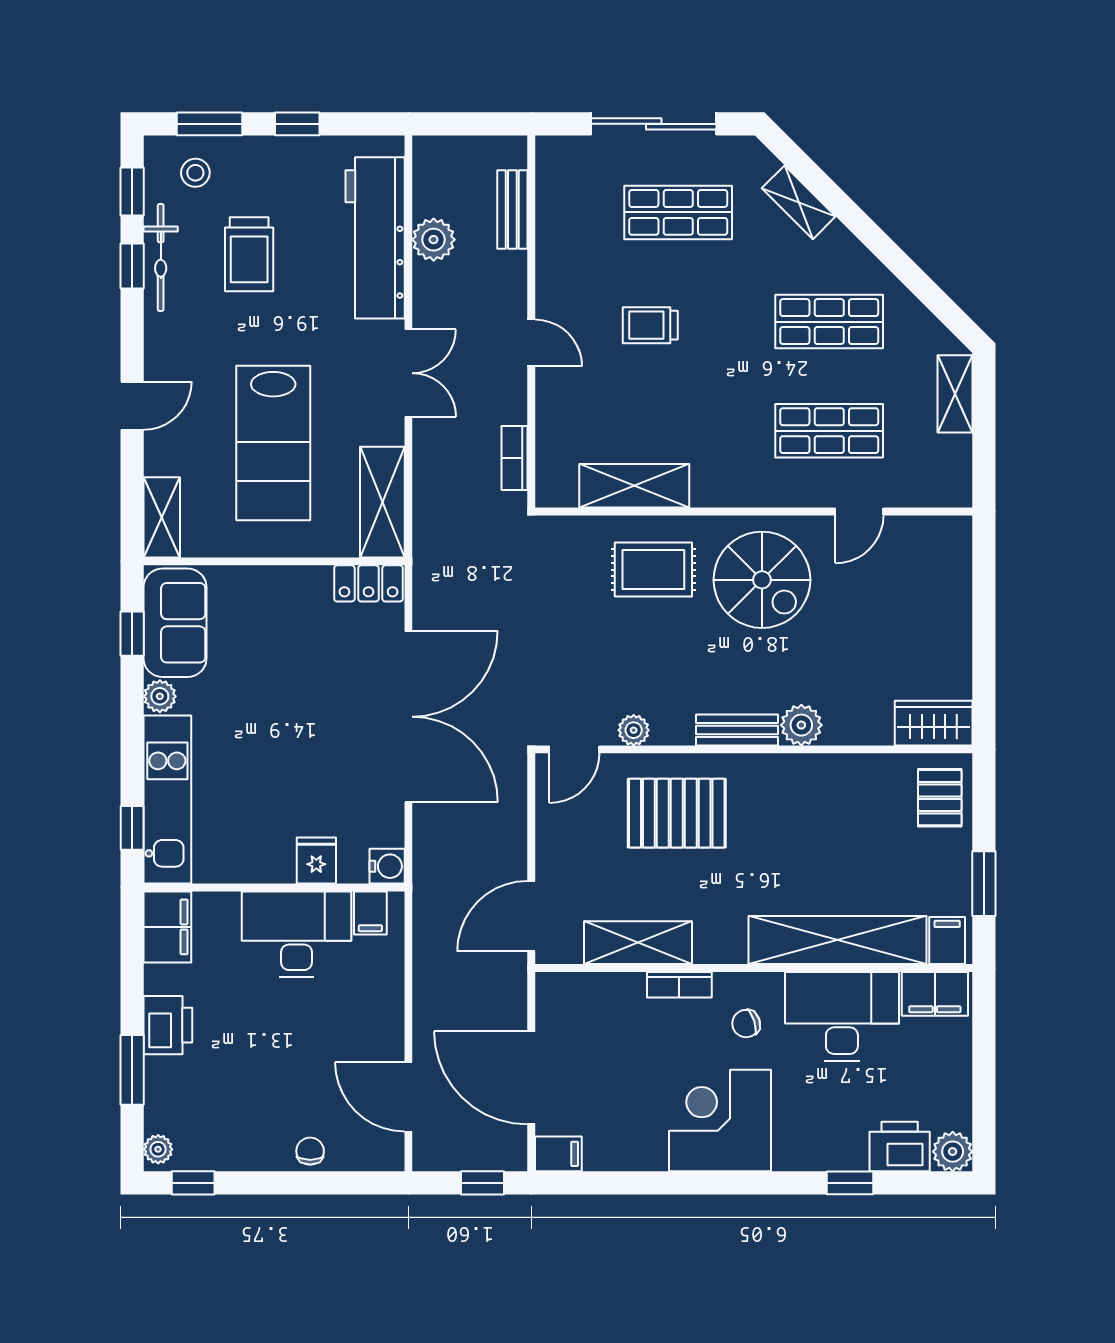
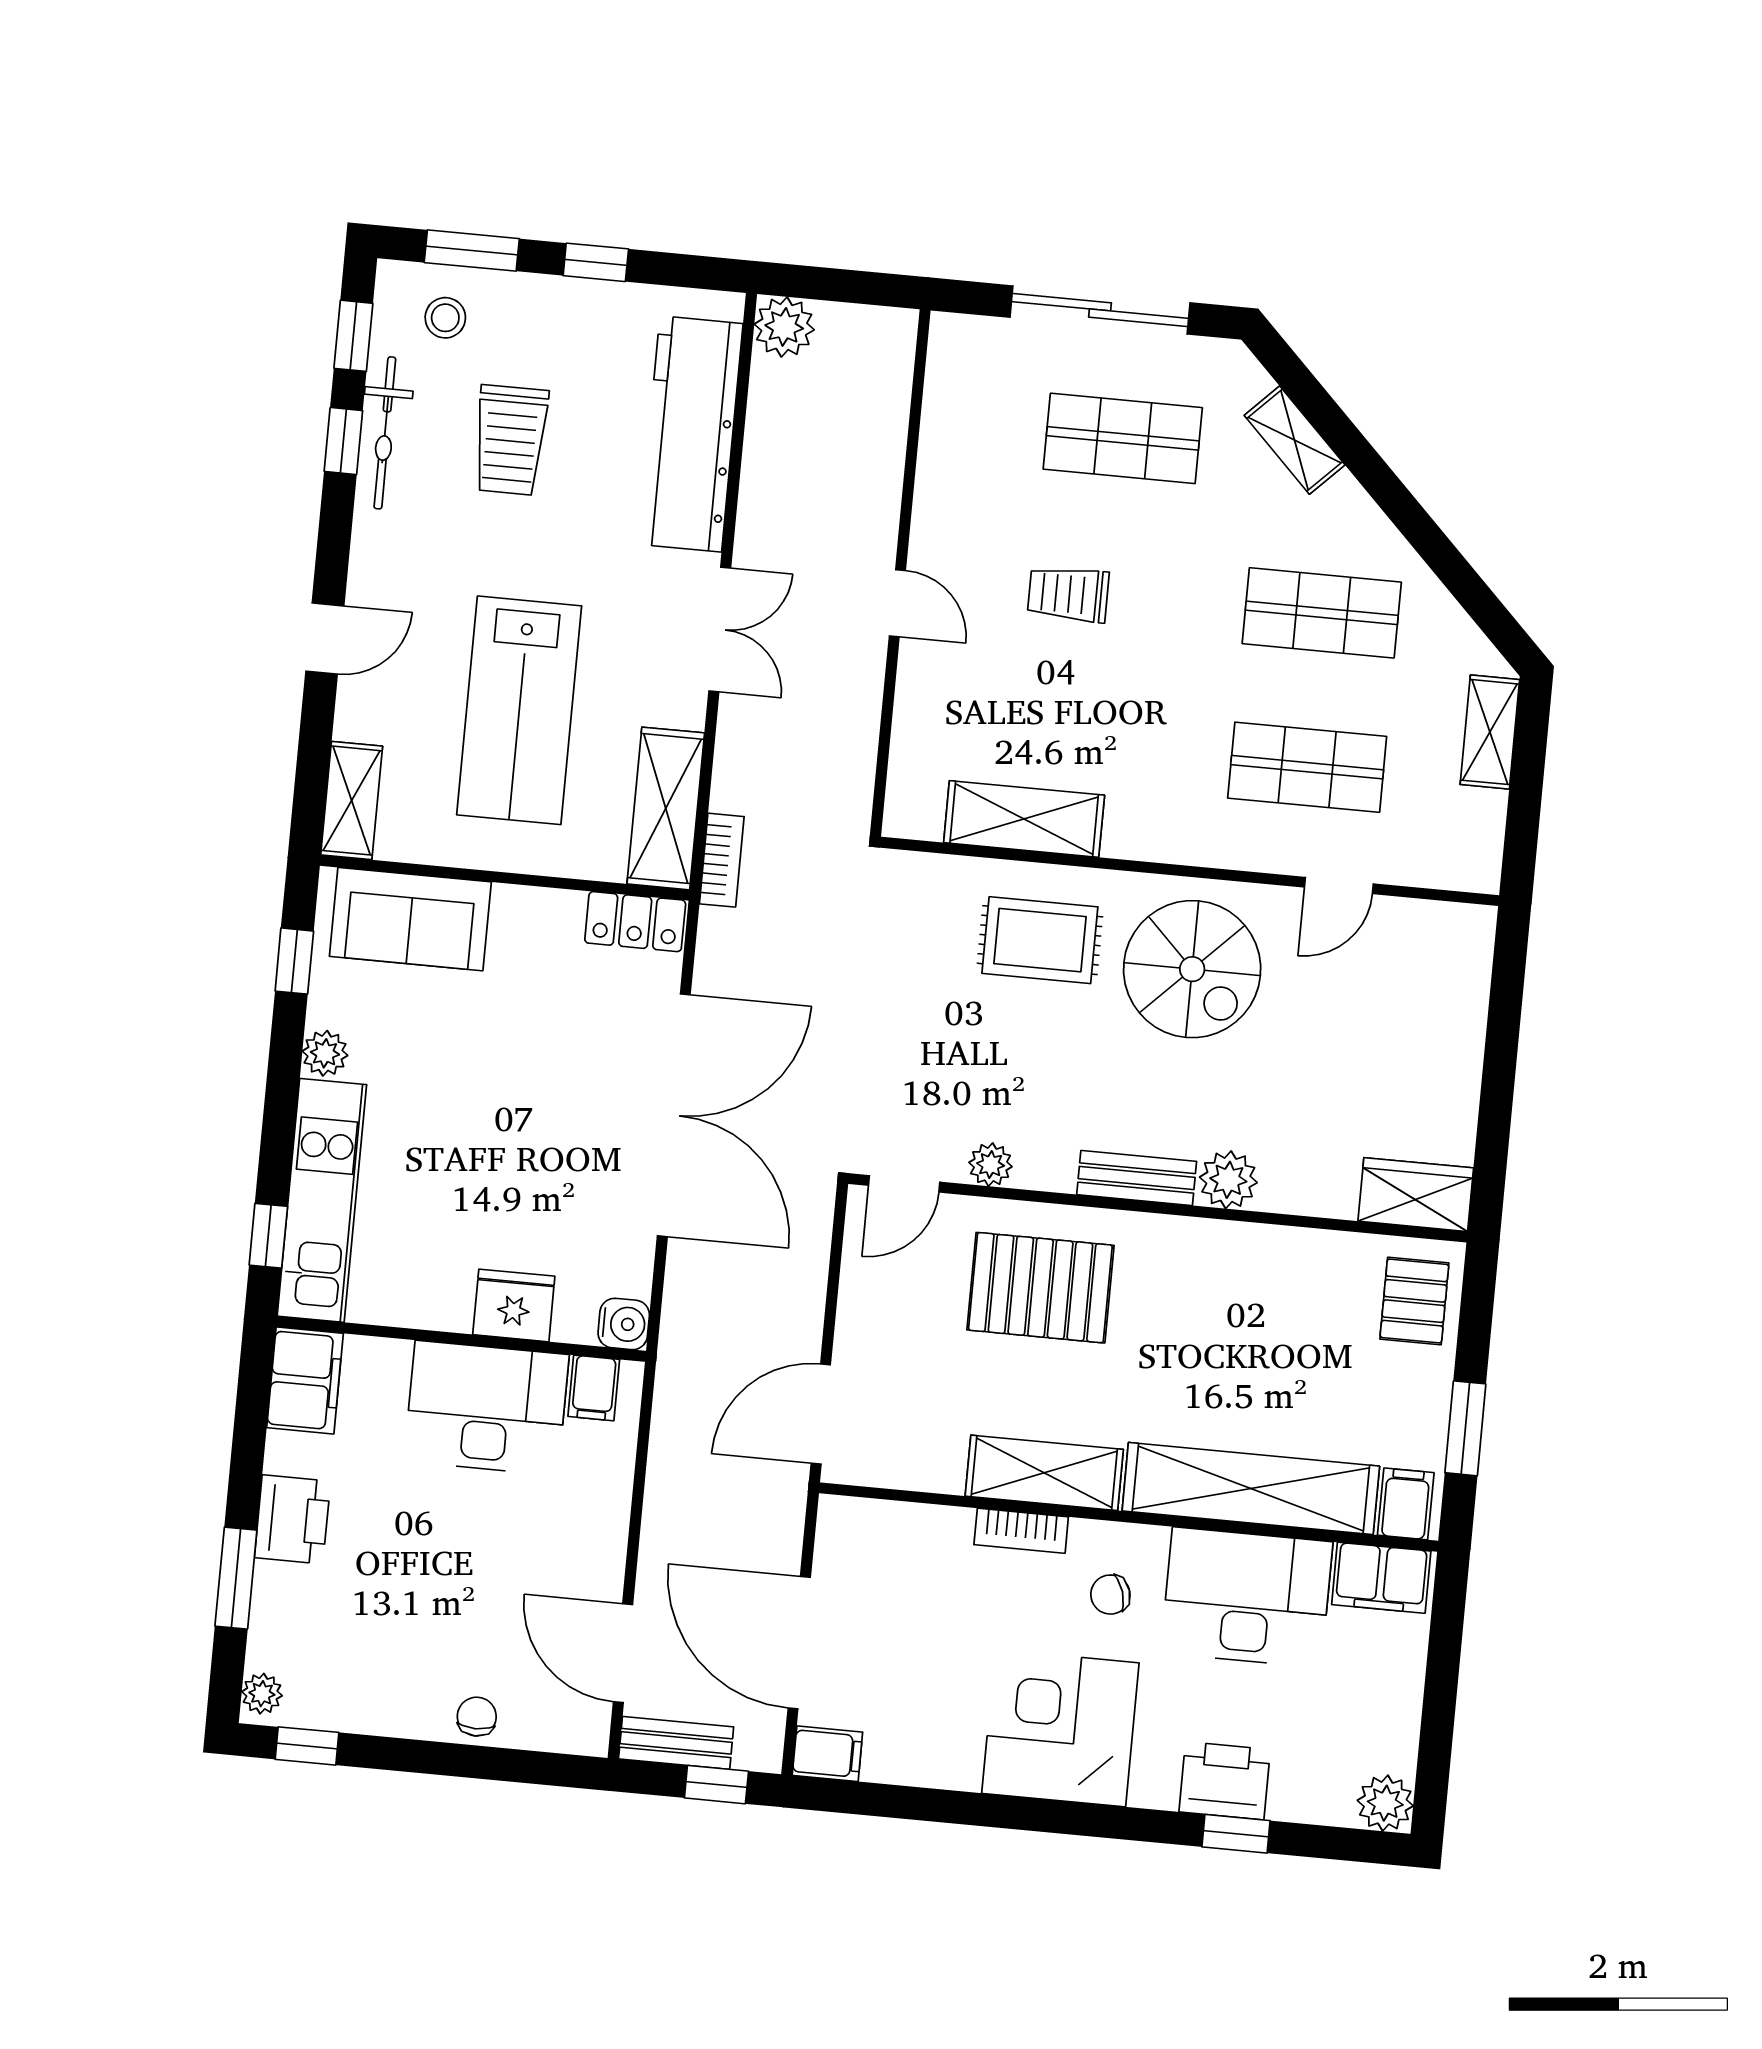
bench: (512, 210) -> (676, 1743), moved, turned 90
plant: (434, 240) -> (784, 327), moved
bookcase: (515, 458) -> (722, 860), moved, turned 180
sofa: (175, 623) -> (410, 919), moved, turned 90
fridge: (316, 860) -> (514, 1305), width x1.38
shelving: (638, 943) -> (1044, 1473), moved
printer: (900, 1147) -> (1225, 1781), moved

